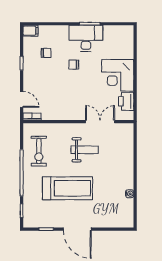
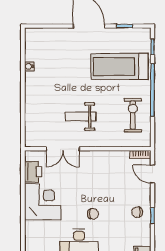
chair: (46, 53) -> (137, 212), moved
treadmill: (67, 188) -> (119, 67), moved

